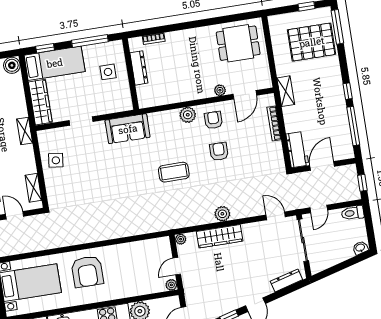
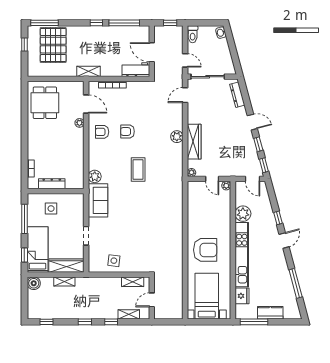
plant: (188, 115) -> (95, 176), moved
shelving: (25, 131) -> (64, 282), moved

